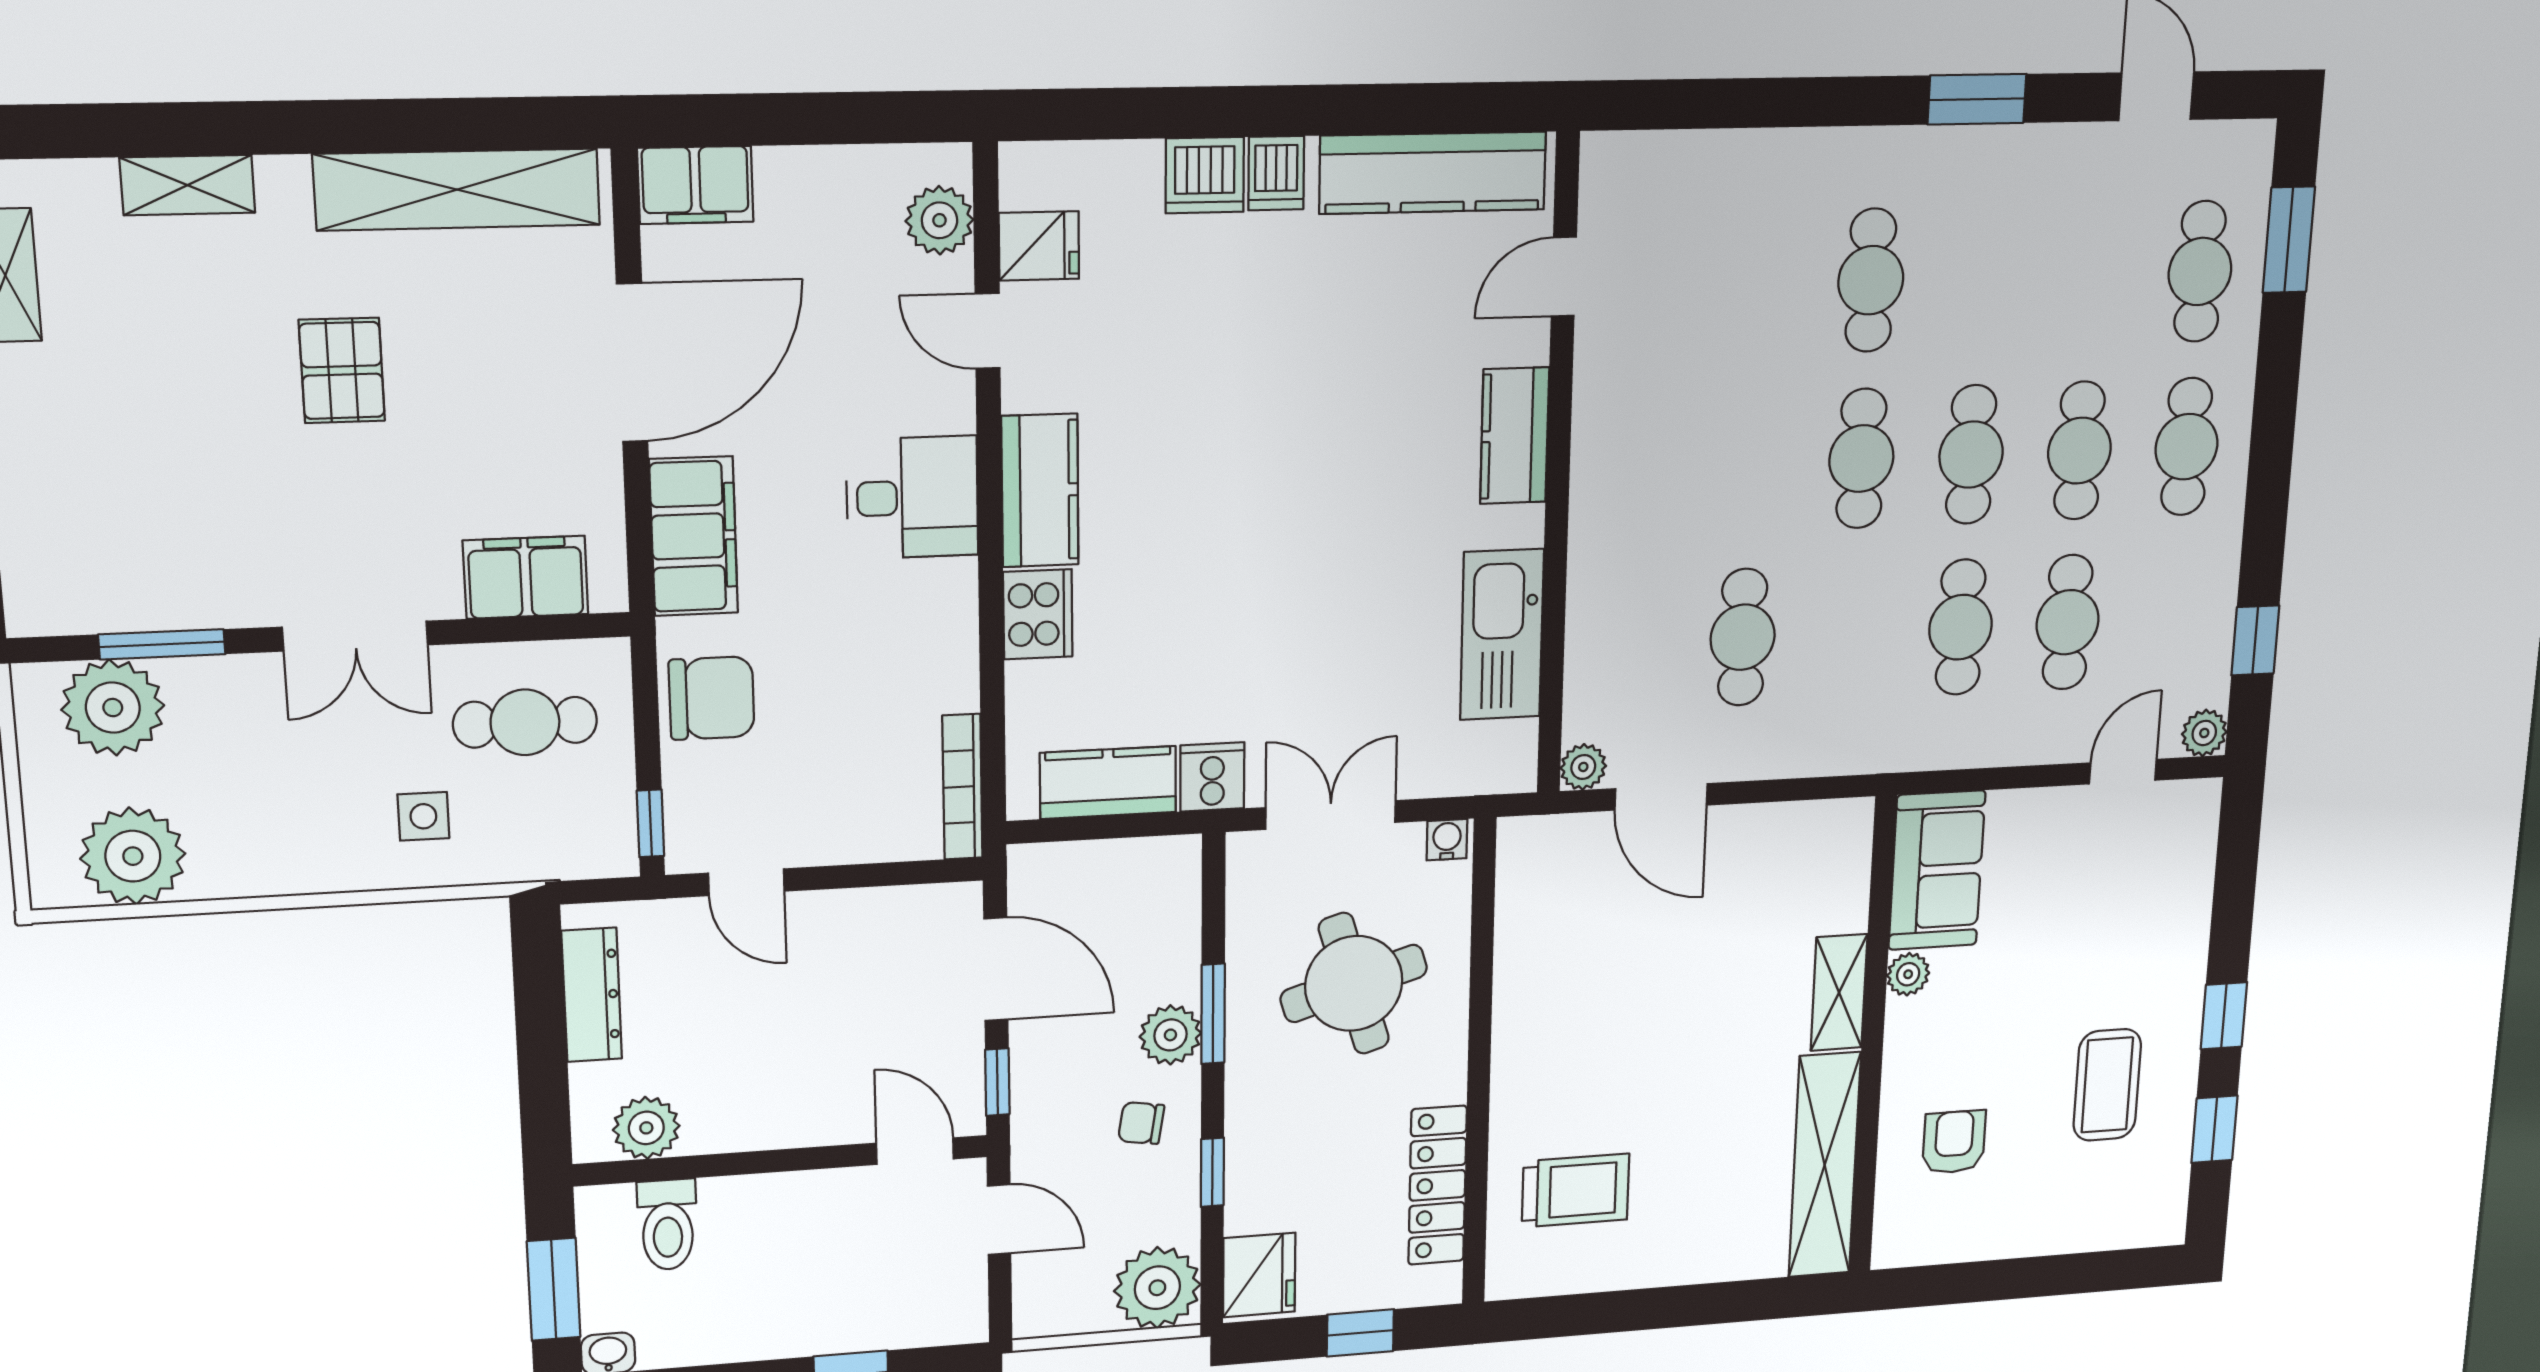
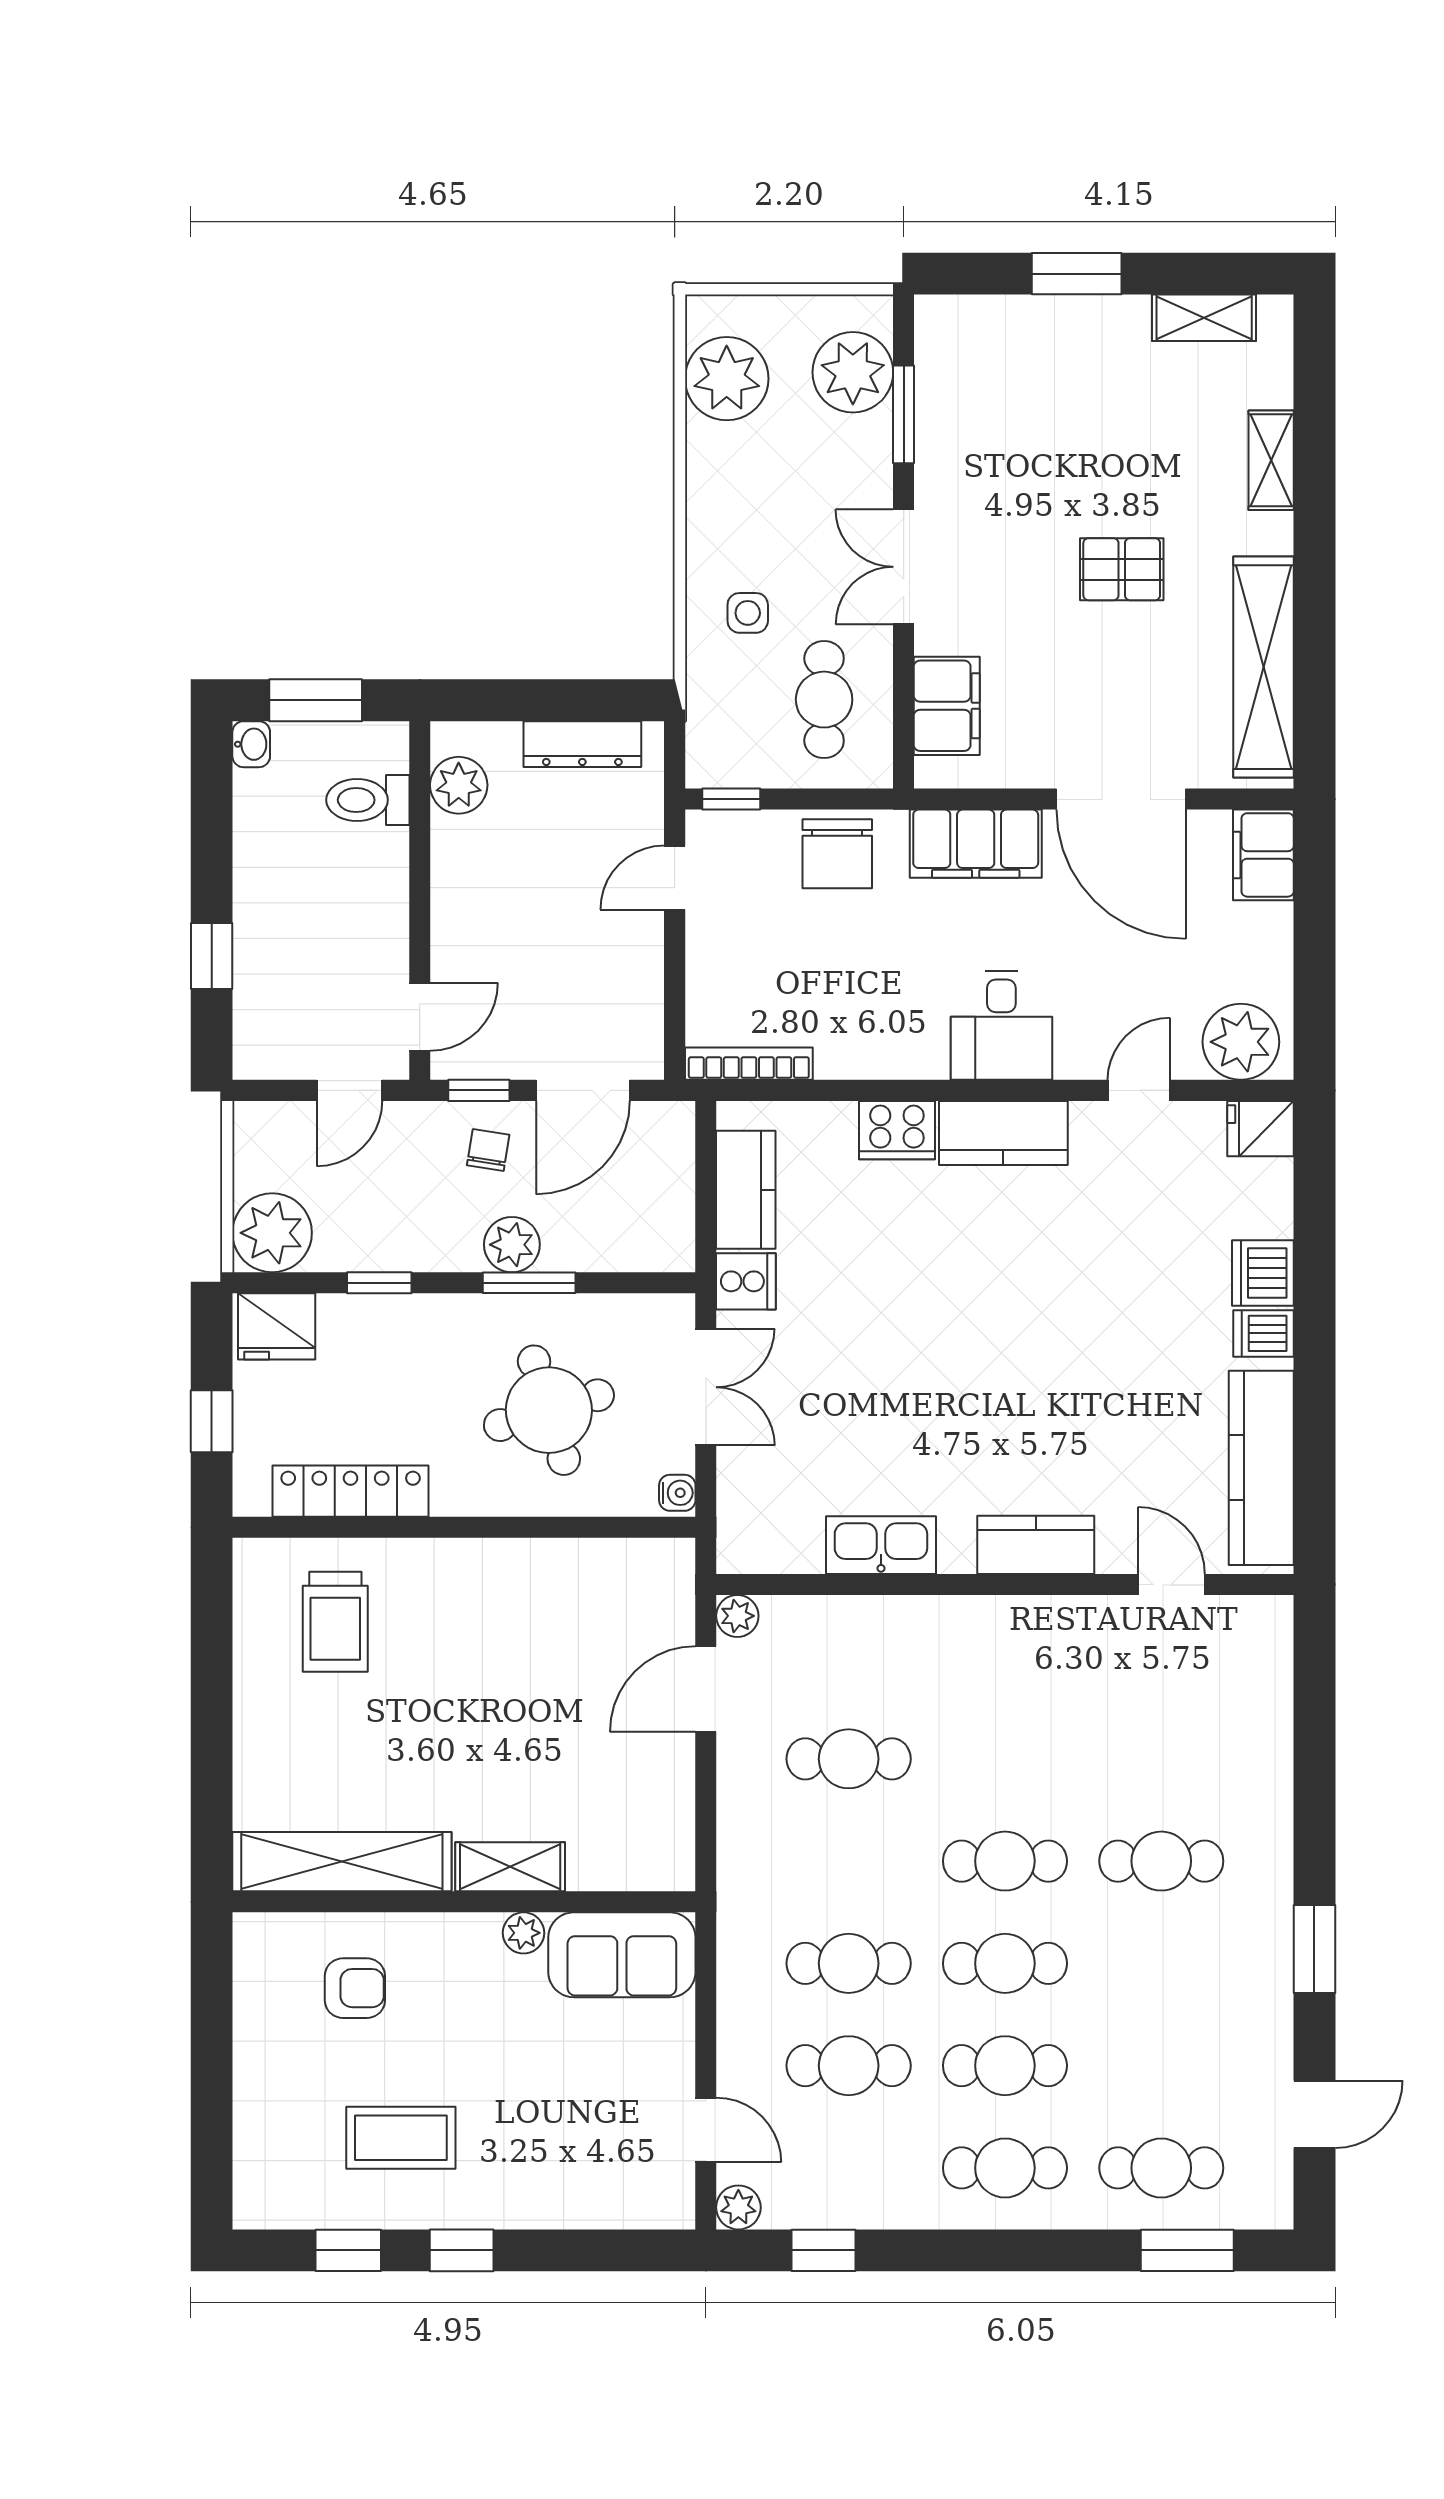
plant: (939, 220) -> (1241, 1042), width x1.36, depth x1.36
fridge: (1039, 246) -> (1260, 1129), moved, turned 90
kitchen sink: (1502, 635) -> (881, 1545), width x0.73, depth x0.81
chair: (1141, 1123) -> (488, 1150), moved

